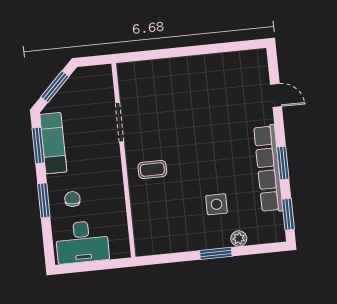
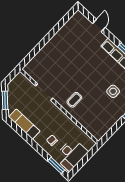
door: (276, 95) -> (99, 25), hinge flipped
window: (38, 145) -> (19, 130), removed
window: (44, 200) -> (56, 165), moved

